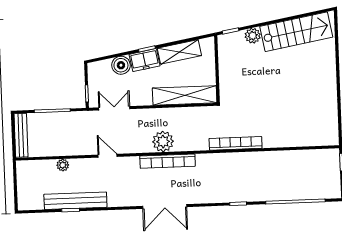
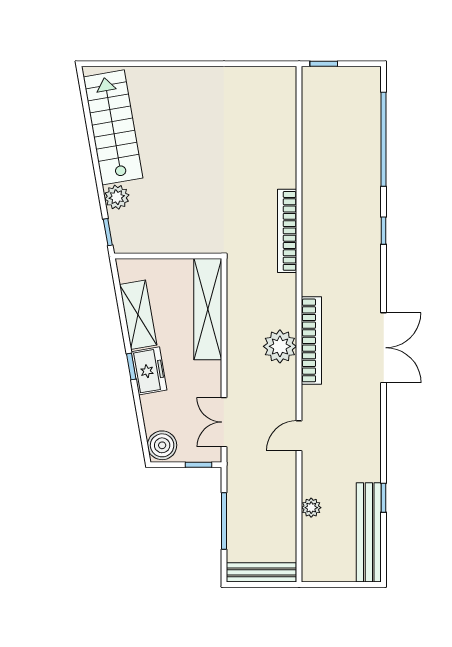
boiler: (121, 65) -> (162, 445), moved
bench: (75, 201) -> (369, 532), moved

